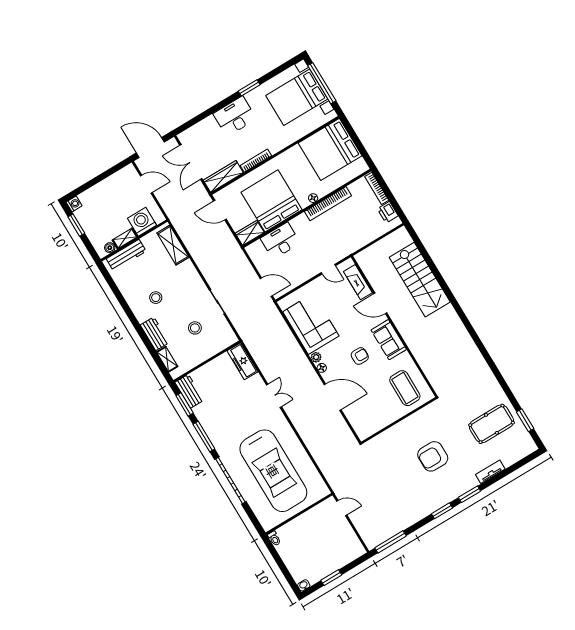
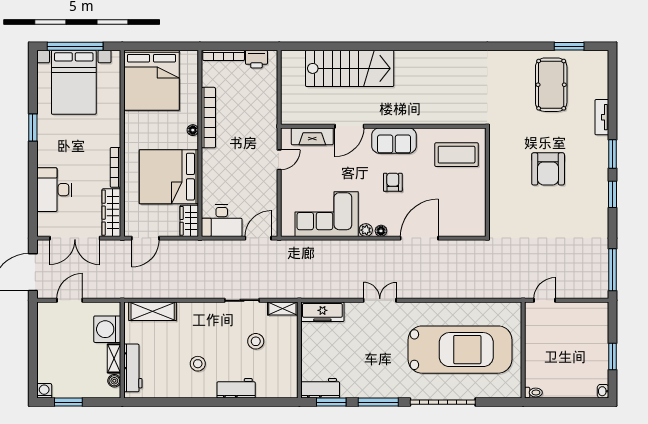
desk: (235, 116) -> (54, 190), moved
desk: (280, 241) -> (222, 221), moved, turned -90
shelving: (167, 359) -> (282, 309), moved

